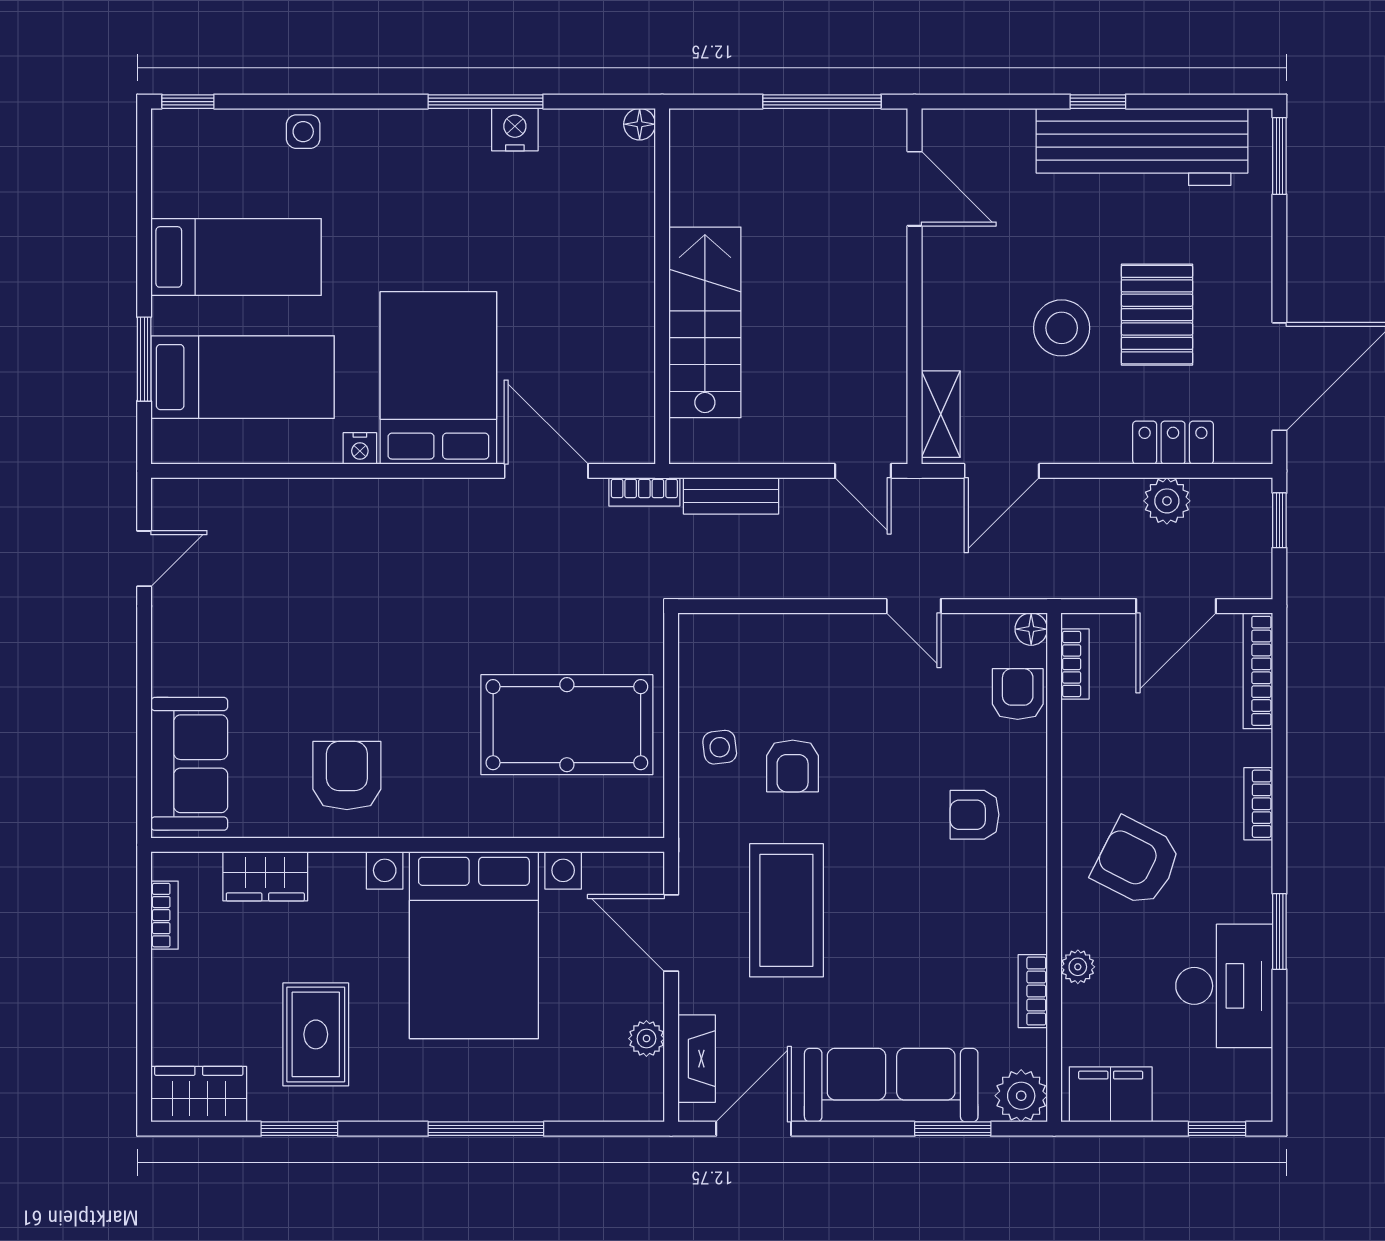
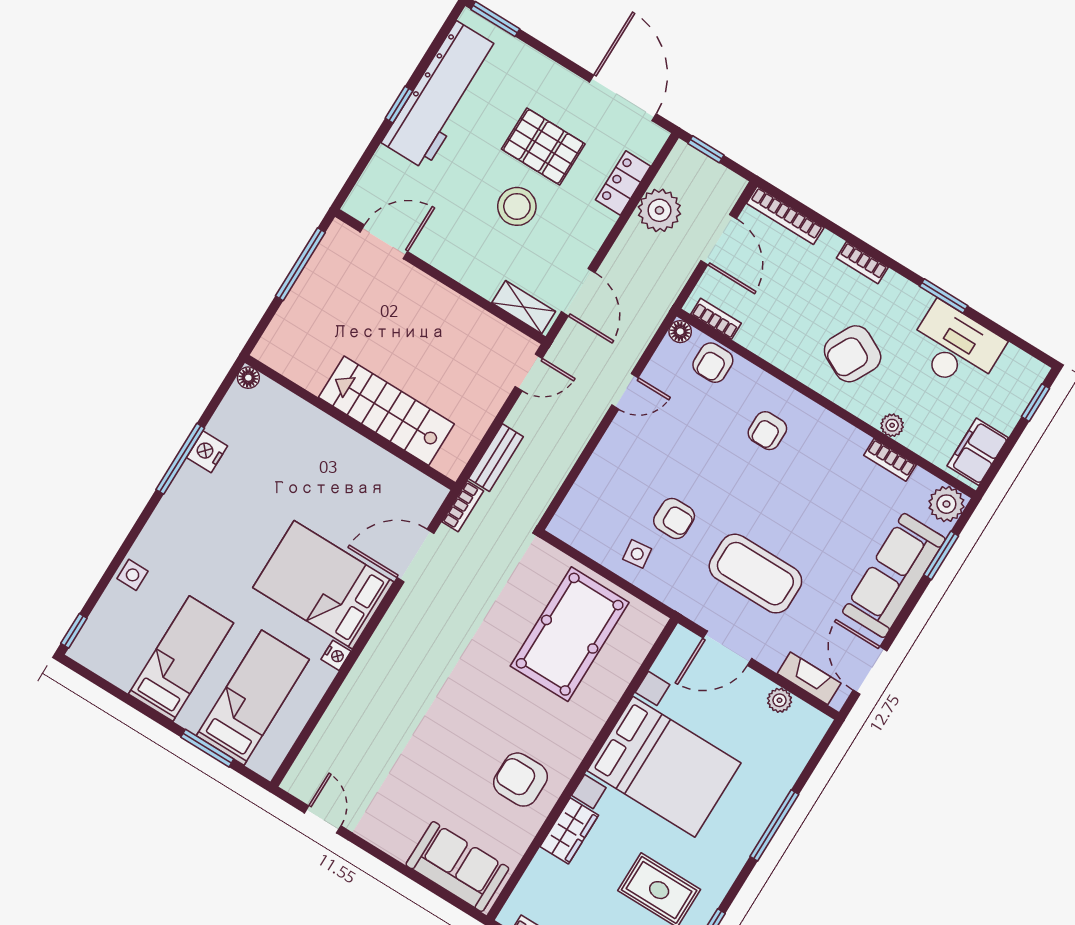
plant: (1167, 501) -> (659, 210), width x1.36, depth x1.36
armchair: (1018, 694) -> (713, 363), turned -90
wardrobe: (265, 876) -> (569, 831), moved

